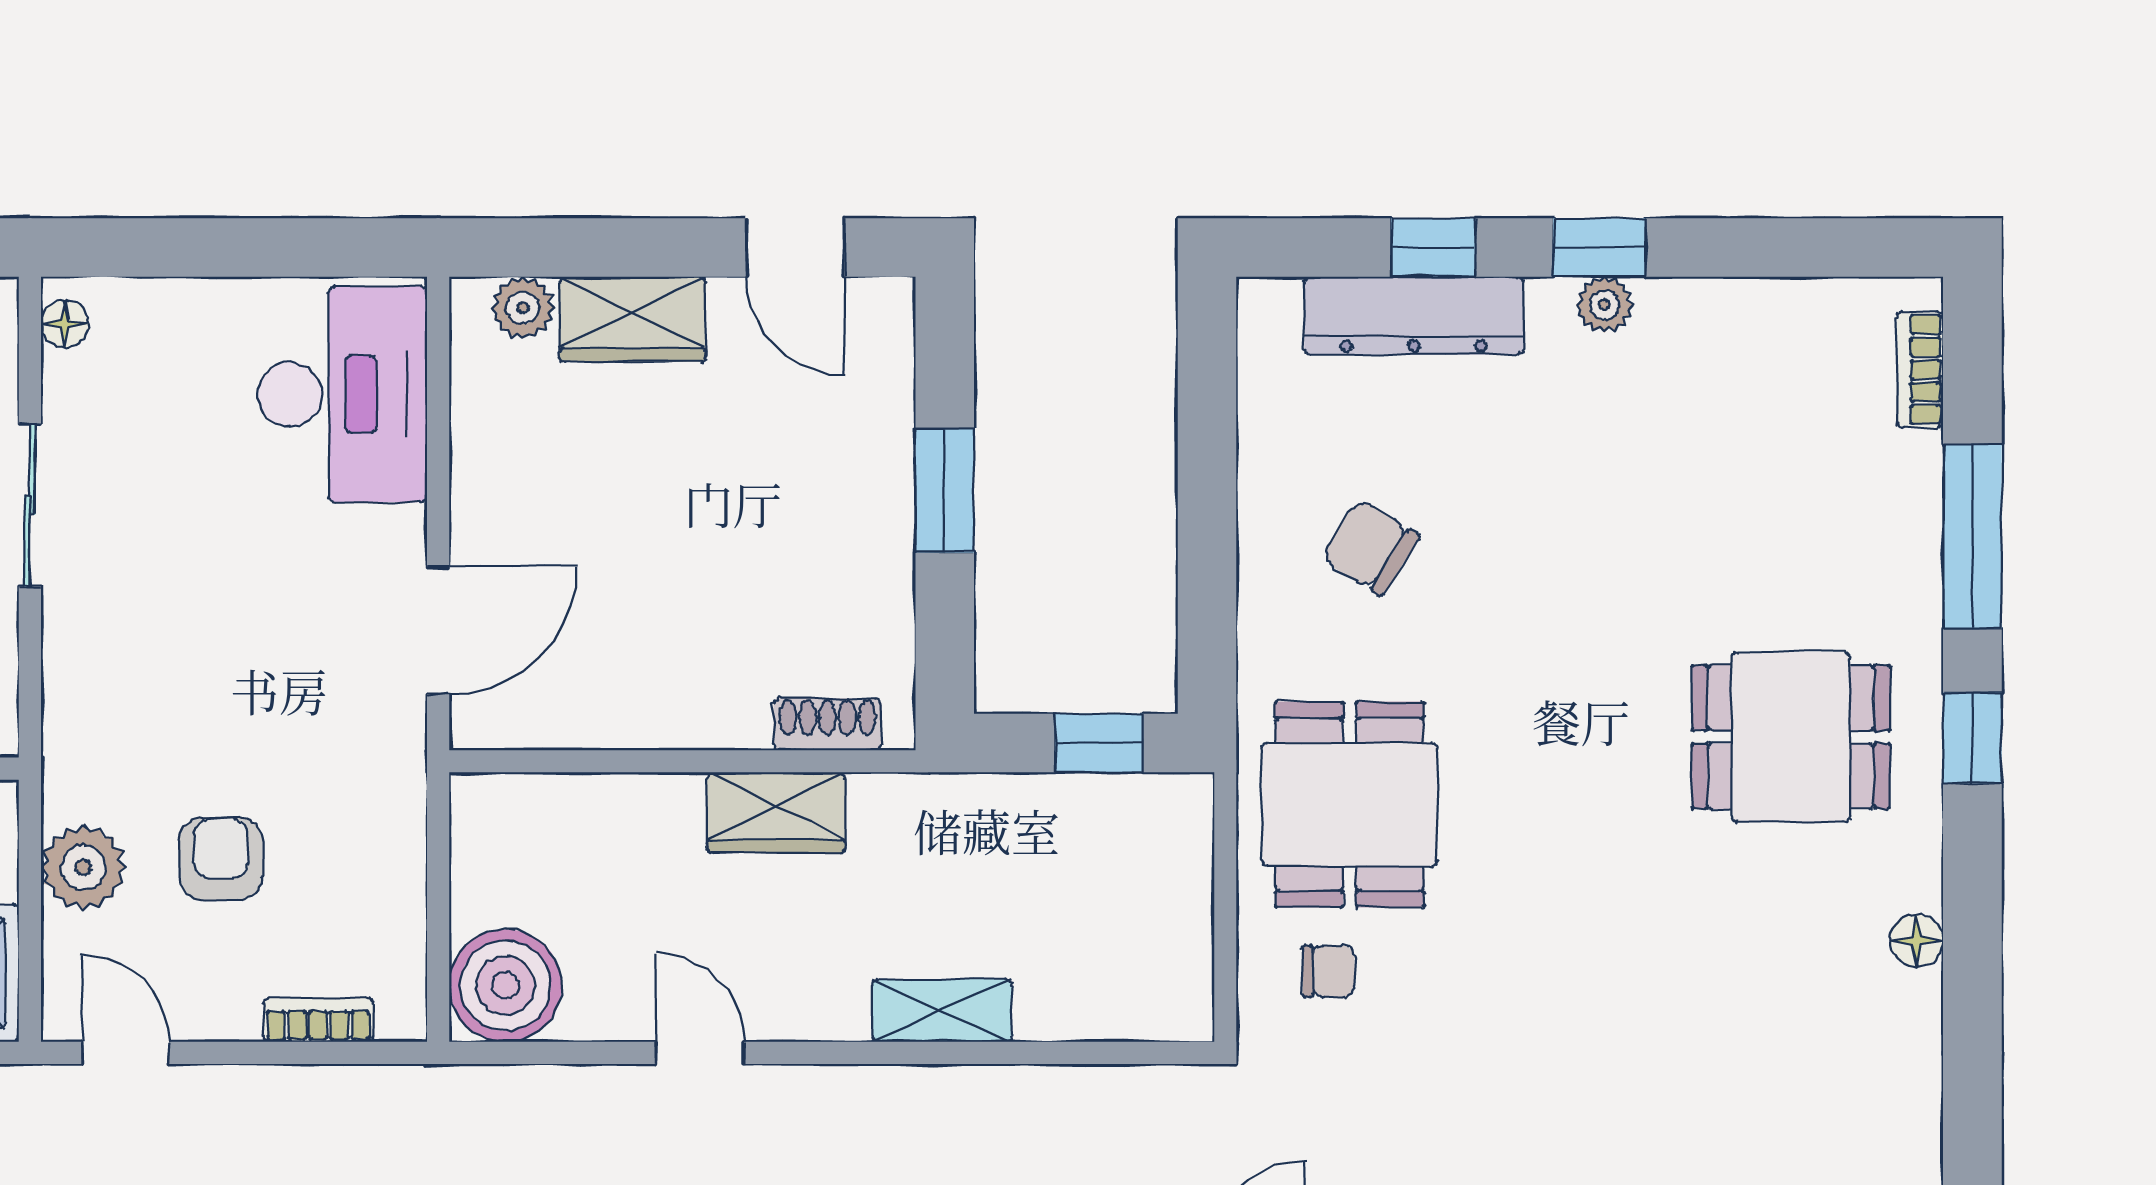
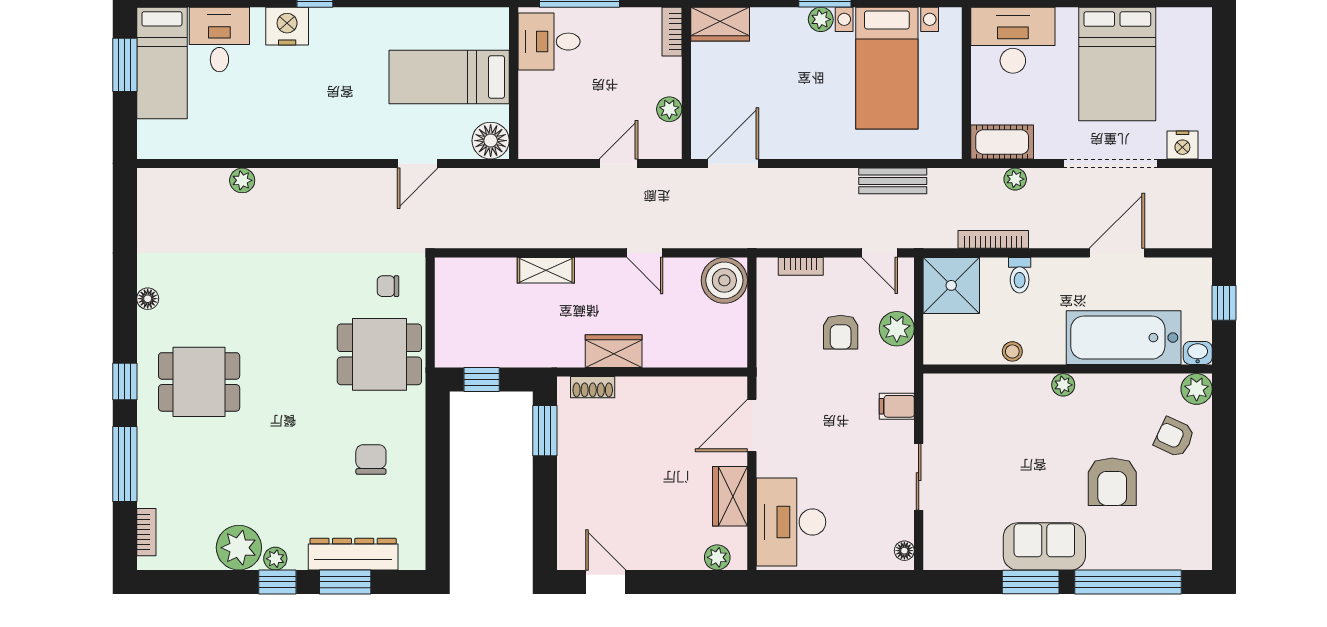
window: (1433, 247) -> (345, 582), width x1.50
wardrobe: (633, 319) -> (730, 496), moved, turned -90
plant: (1693, 332) -> (239, 548), added
window: (945, 490) -> (545, 431), moved
chair: (1370, 547) -> (371, 460), turned -122
filing cabinet: (84, 677) -> (897, 406), added
dining table: (1350, 805) -> (379, 354), turned 90

